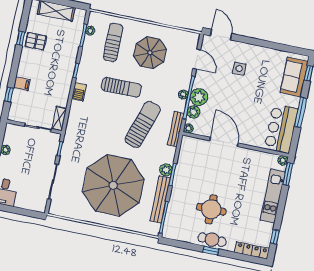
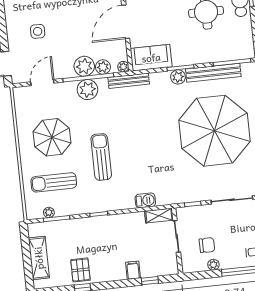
barbecue: (79, 92) -> (145, 200), moved
plant: (183, 94) -> (87, 90), width x1.87, depth x1.87
sun lounger: (143, 124) -> (135, 120), removed
chair: (23, 150) -> (207, 245), added
sofa: (189, 153) -> (151, 58), added

